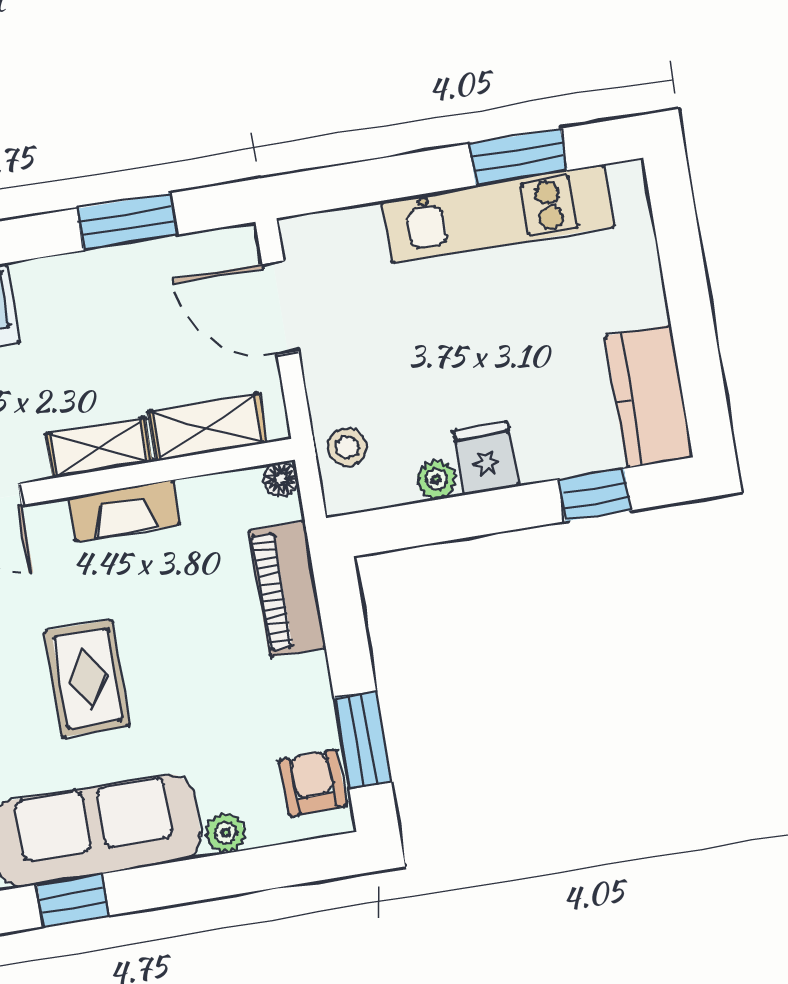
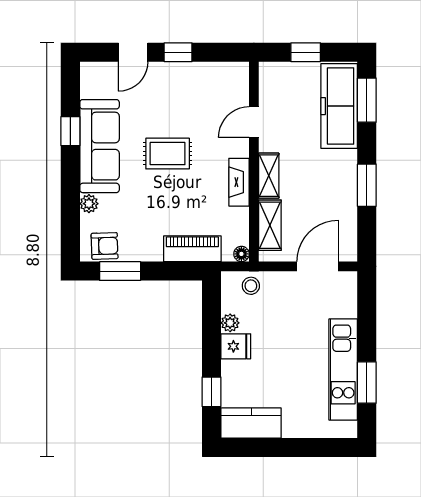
window: (127, 222) -> (367, 185), moved

